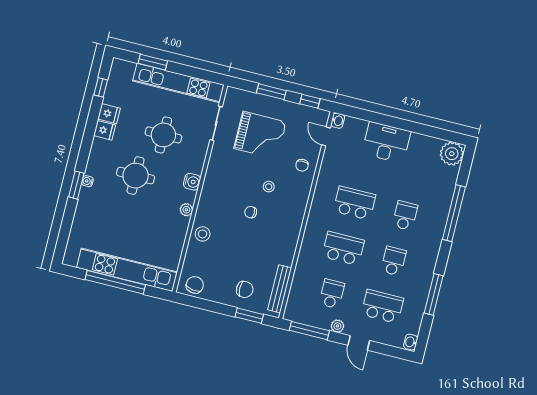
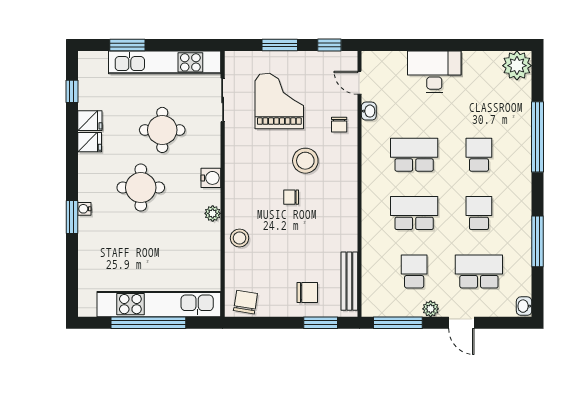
washbasin: (338, 121) -> (369, 111), moved
grand piano: (260, 135) -> (279, 101), turned -90
stool: (269, 187) -> (305, 161), width x1.89, depth x1.89

